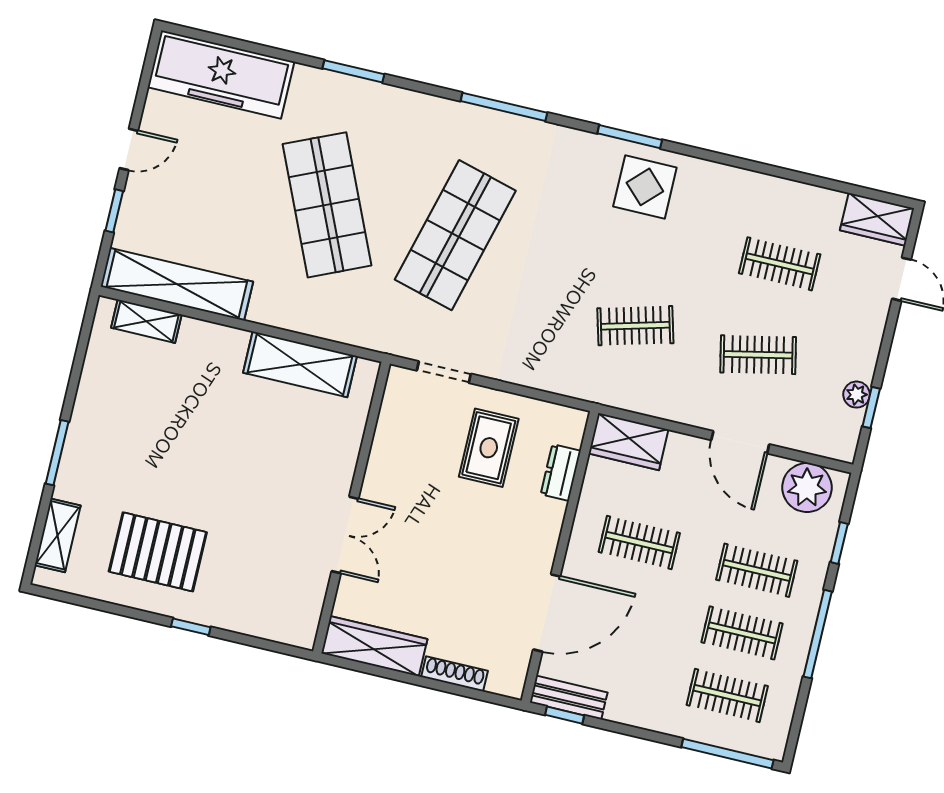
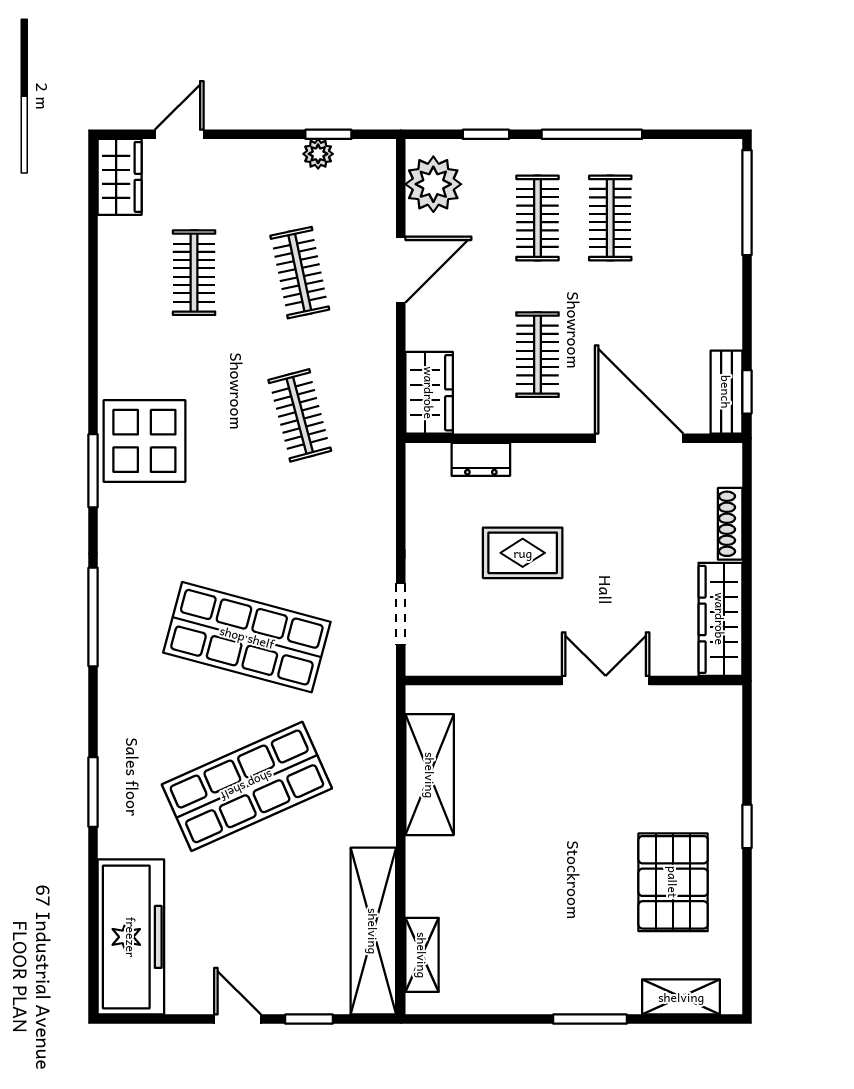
display table: (645, 187) -> (144, 441), width x1.36, depth x1.36
rug: (489, 448) -> (523, 553), moved
clothes rail: (727, 695) -> (683, 218), removed

